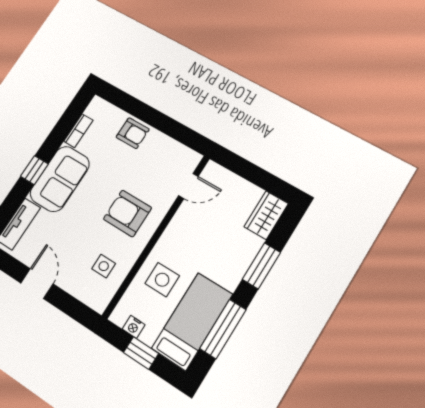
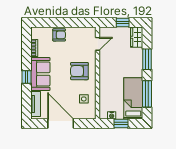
window: (256, 175) -> (123, 23), added
side table: (162, 280) -> (111, 89), removed
door: (37, 284) -> (61, 123), width x1.87

